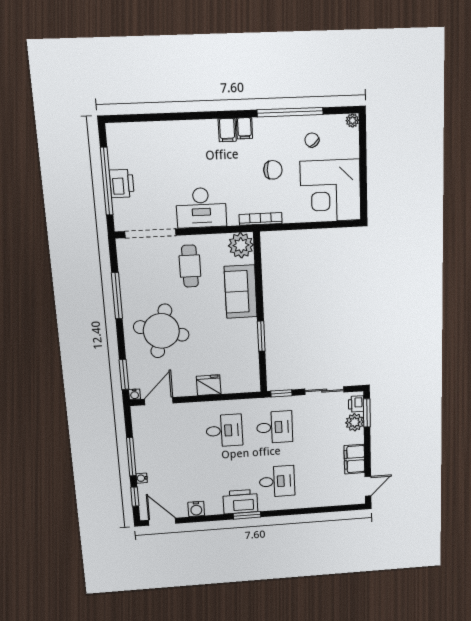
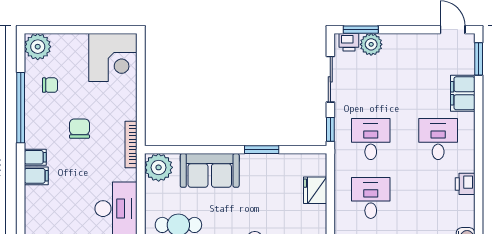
plant: (352, 120) -> (38, 47), width x1.87, depth x1.87
chair: (312, 140) -> (50, 85), turned -141
corner desk: (331, 191) -> (113, 57), width x0.74, depth x0.74
fridge: (209, 385) -> (315, 190), moved
filing cabinet: (354, 459) -> (463, 93), moved, turned 90
printer: (240, 502) -> (465, 184), width x0.53, depth x0.68
window: (247, 515) -> (479, 59), moved

